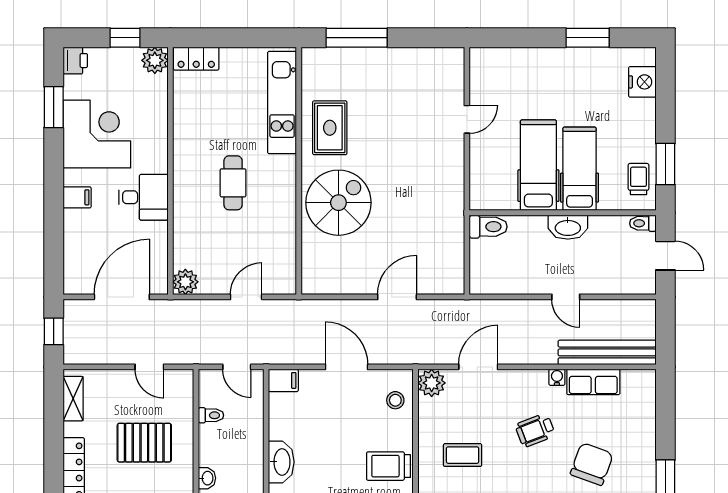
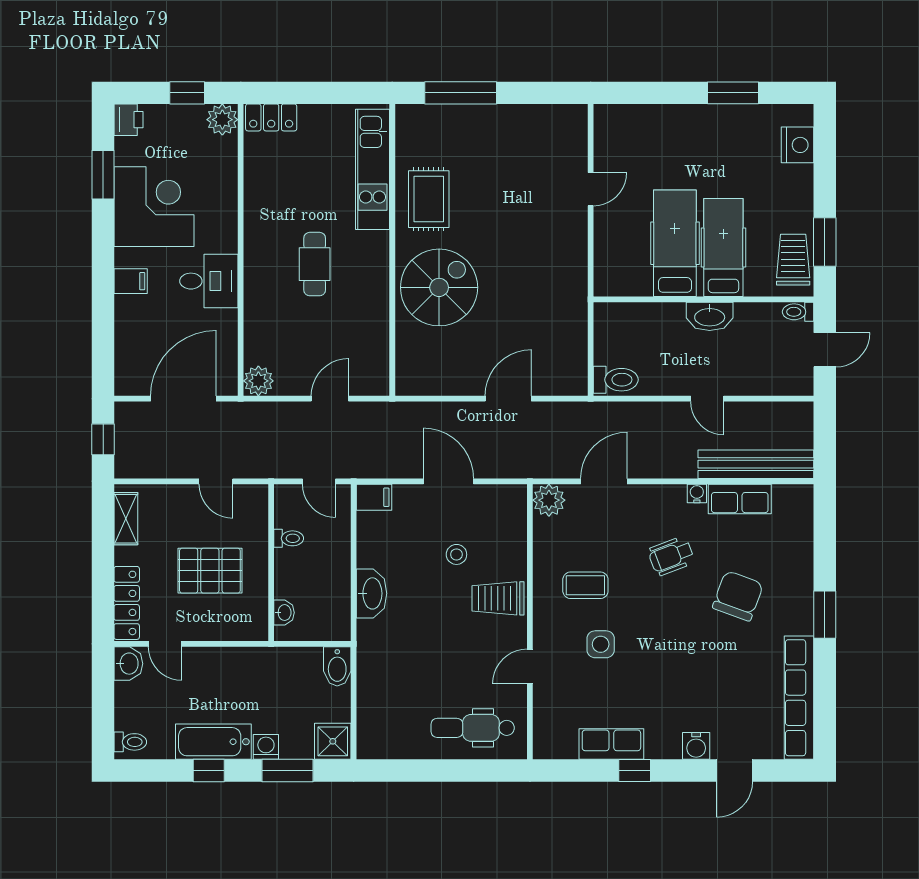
trolley: (639, 179) -> (793, 260), width x1.36, depth x1.39
toilet: (488, 227) -> (616, 380), moved
door: (665, 256) -> (825, 350), hinge flipped
stool: (395, 400) -> (456, 554), moved

